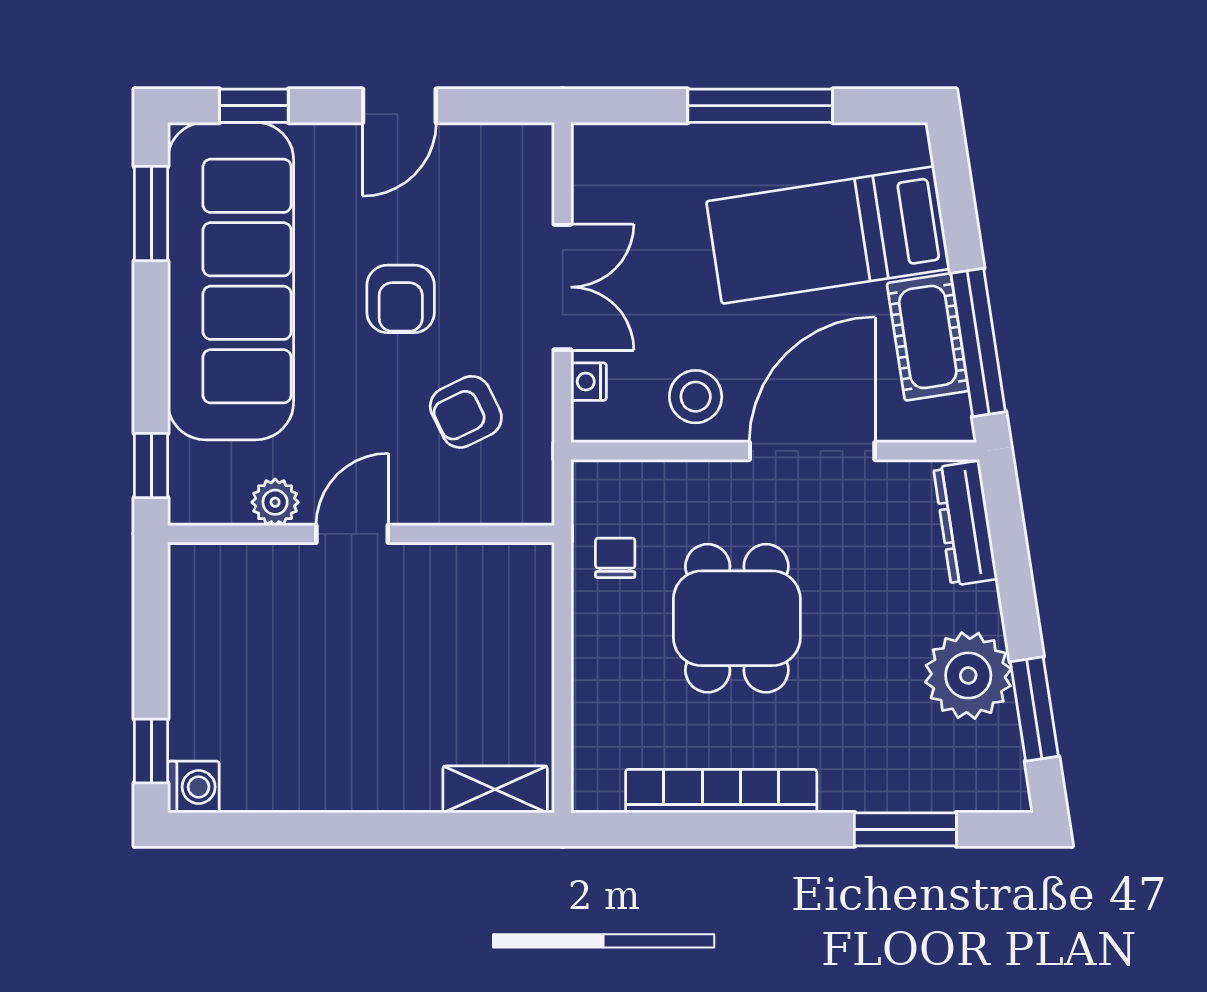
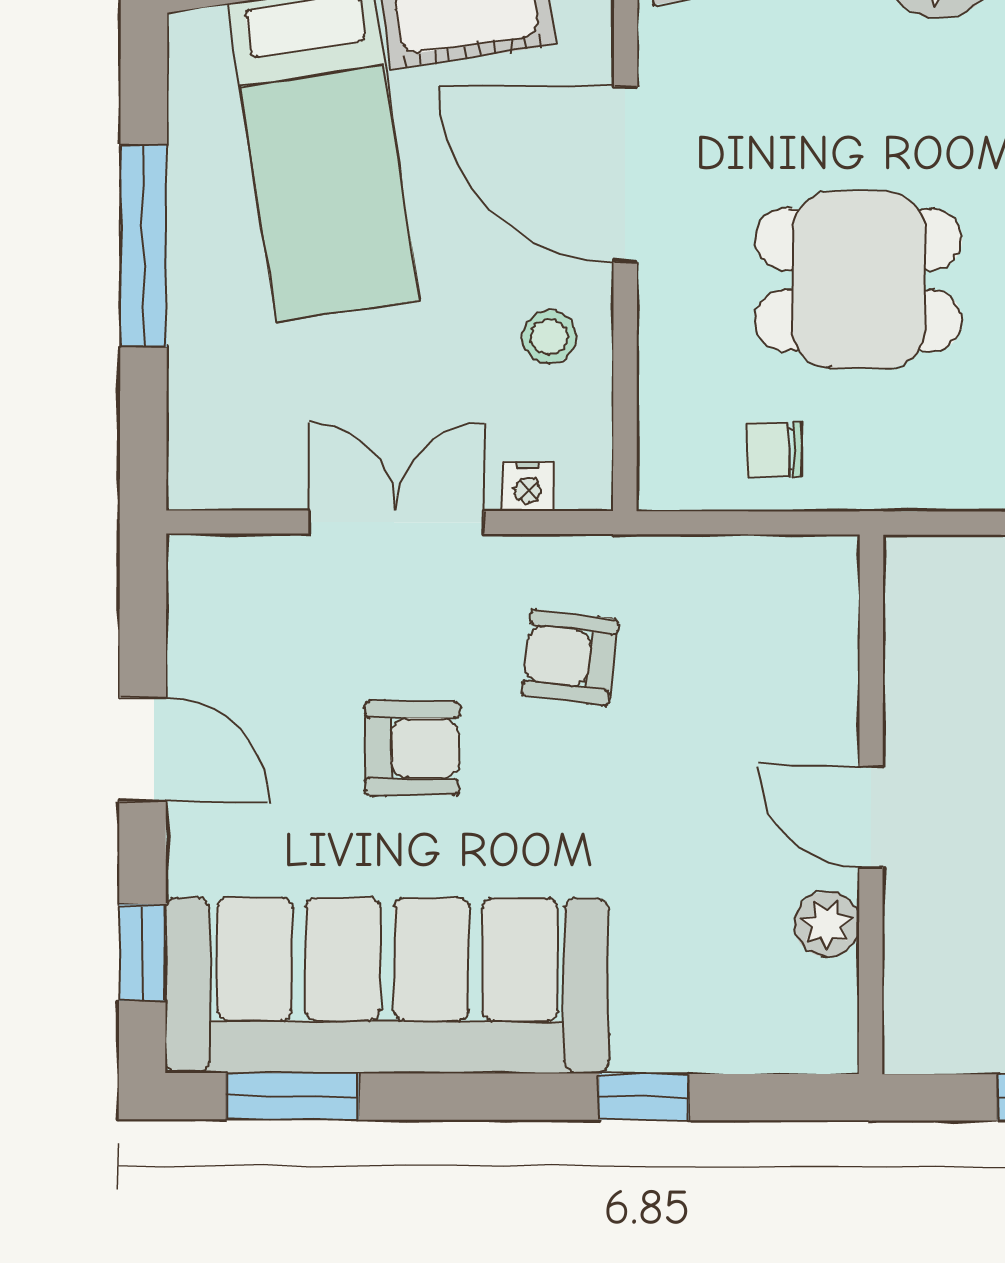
stool: (696, 397) -> (549, 337), width x0.73, depth x0.73
armchair: (466, 412) -> (570, 658), turned 123
plant: (275, 502) -> (827, 924), moved
door: (352, 534) -> (871, 817), moved
wall: (361, 534) -> (871, 804), moved

